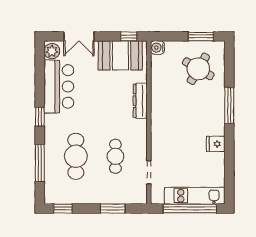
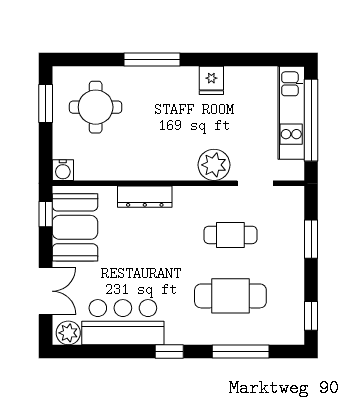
round table: (198, 69) -> (96, 107), turned -30
plant: (161, 146) -> (214, 165), added

